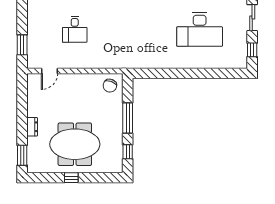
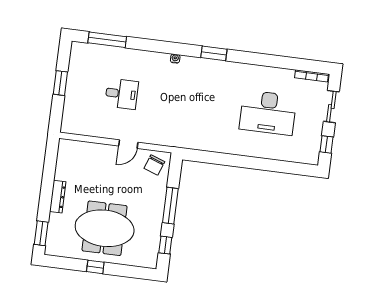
desk: (75, 29) -> (122, 94), turned -90
window: (22, 45) -> (60, 83), moved
door: (49, 71) -> (128, 144), moved
dresser: (32, 127) -> (58, 197), width x1.44

